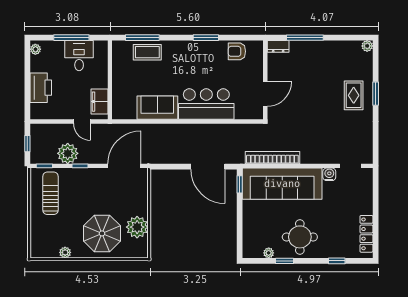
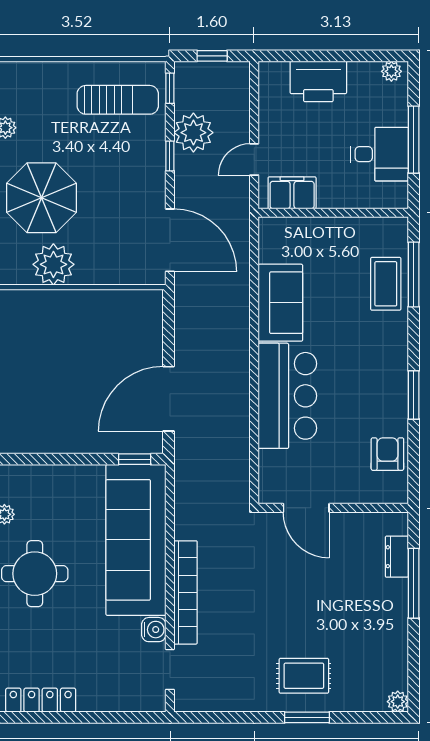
dresser: (278, 46) -> (397, 557), moved
bookcase: (272, 158) -> (186, 592), moved

